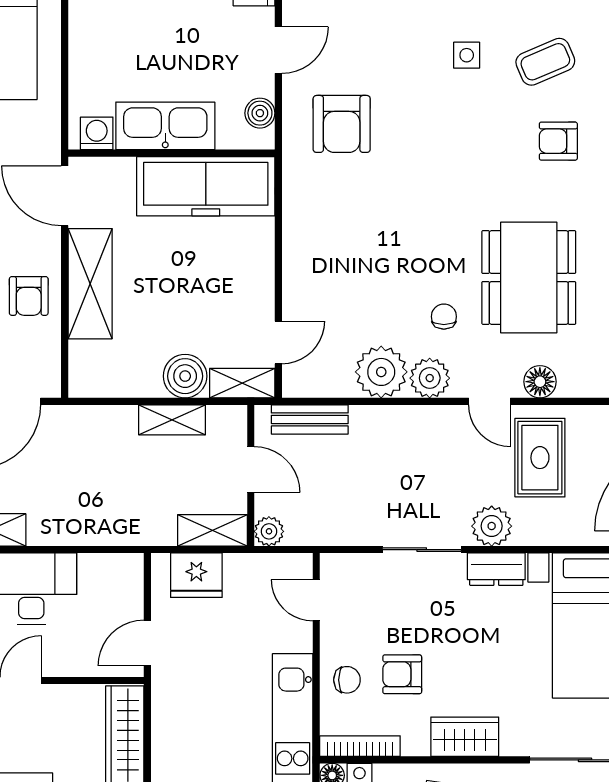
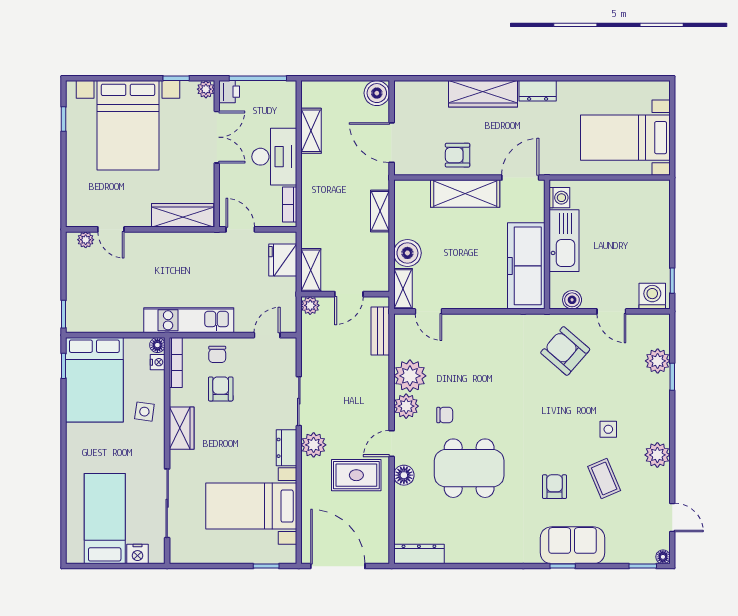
armchair: (342, 124) -> (565, 351), turned 41
shelving: (172, 420) -> (380, 211), moved
bookcase: (108, 564) -> (290, 204), added

